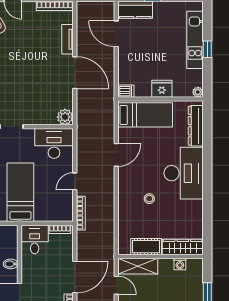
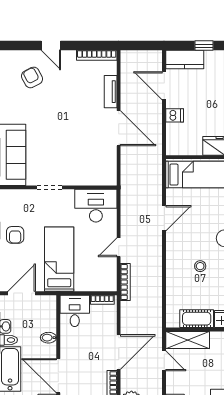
dishwasher: (126, 91) -> (175, 115), moved
plant: (65, 117) -> (108, 177), removed

